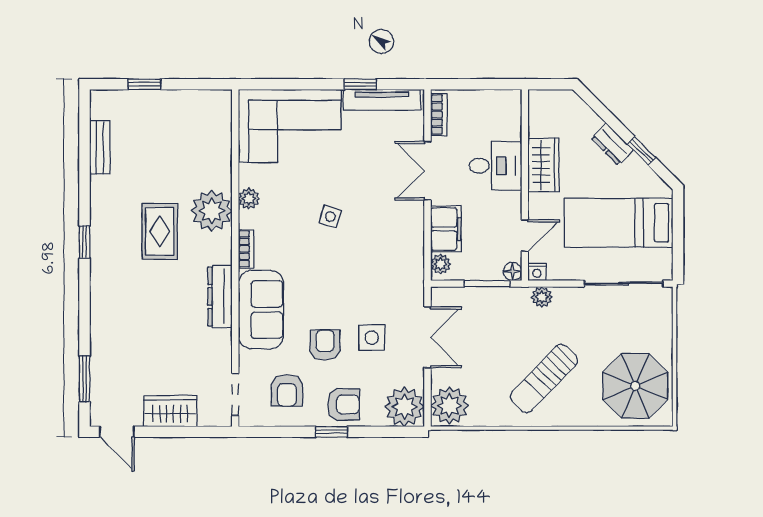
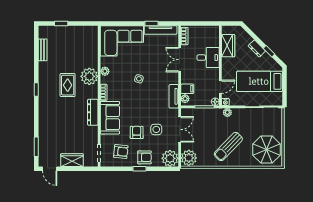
wardrobe: (543, 165) -> (228, 46), moved
filing cabinet: (446, 229) -> (187, 89), width x0.50
tv unit: (414, 258) -> (174, 96), added
armchair: (287, 390) -> (121, 152), turned -84

